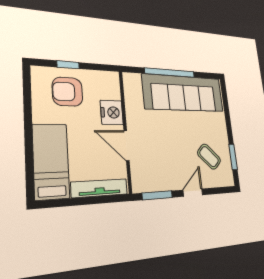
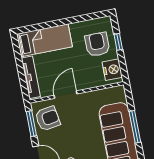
window: (170, 73) -> (135, 127), width x0.68
nightstand: (112, 112) -> (112, 70), moved, turned -90
armchair: (153, 173) -> (48, 118), added

